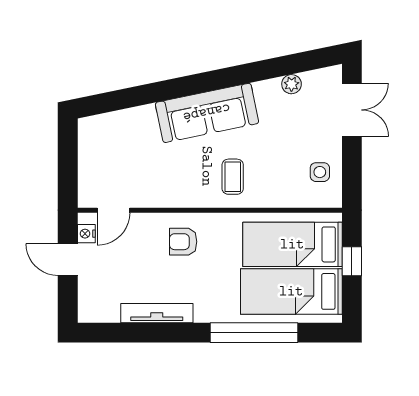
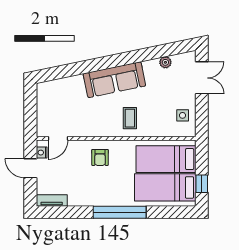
armchair: (183, 242) -> (100, 157), turned -90
window: (352, 261) -> (202, 184), moved
tv unit: (157, 313) -> (52, 201), moved, width x0.71
window: (254, 333) -> (120, 212), moved

